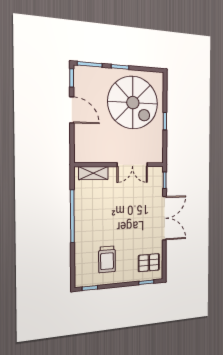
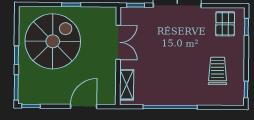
door: (72, 110) -> (84, 106), moved
trolley: (107, 259) -> (218, 71), turned -90

